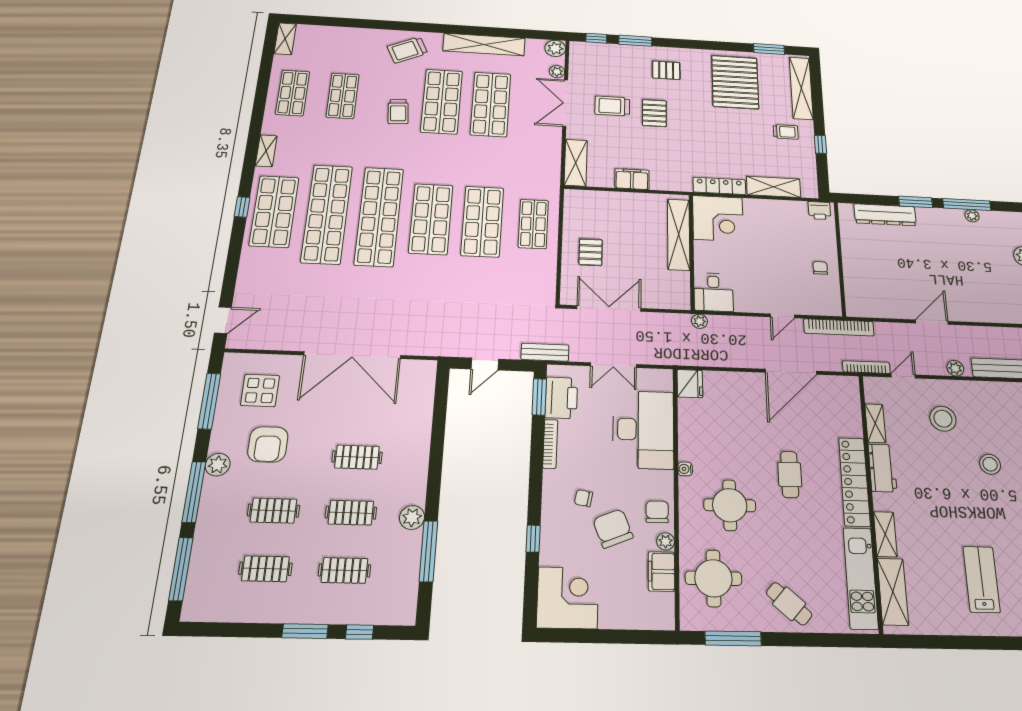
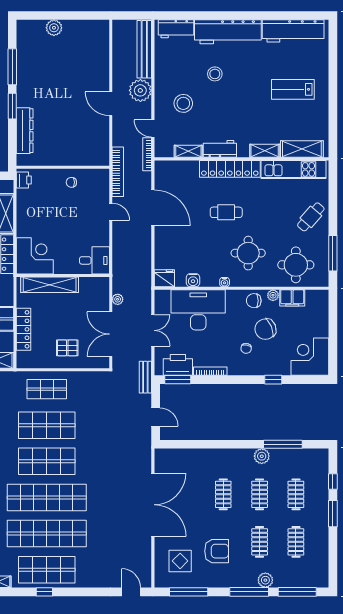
locker: (617, 200) -> (24, 329), added
plant: (972, 216) -> (22, 64), removed
plant: (699, 321) -> (118, 299), moved
plant: (955, 368) -> (140, 90), width x1.88, depth x1.88
water cooler: (687, 424) -> (193, 280), added
plant: (218, 465) -> (265, 580), moved

